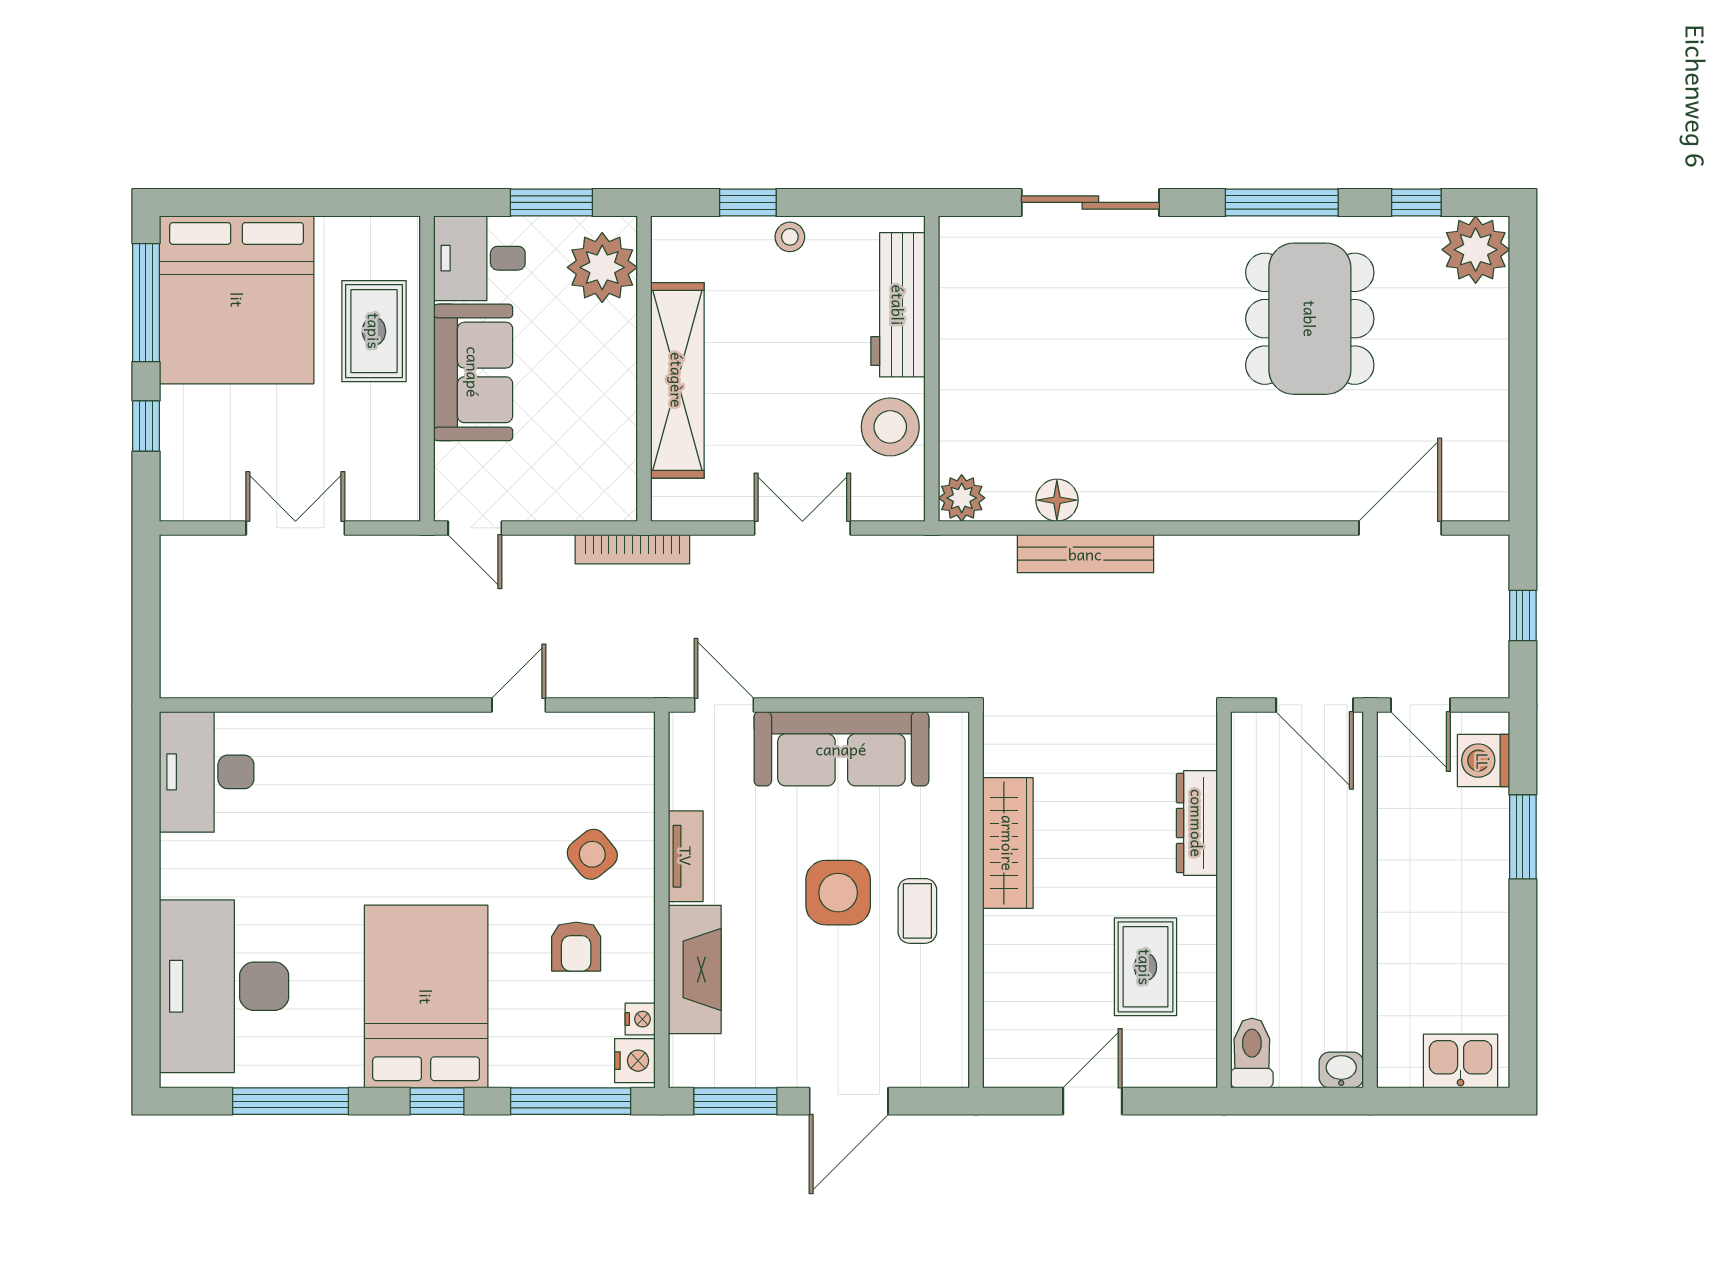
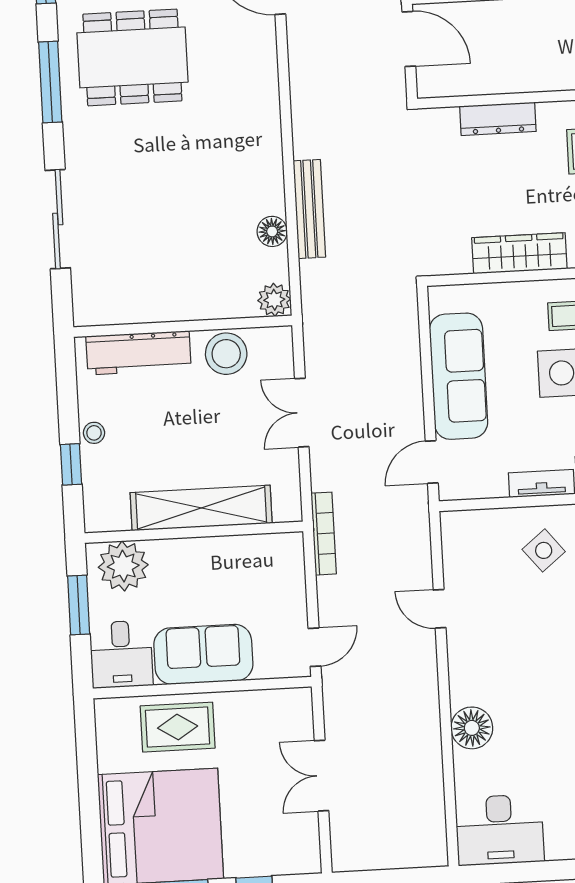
door: (1315, 705) -> (409, 39), hinge flipped
floor lamp: (351, 741) -> (472, 728), added

